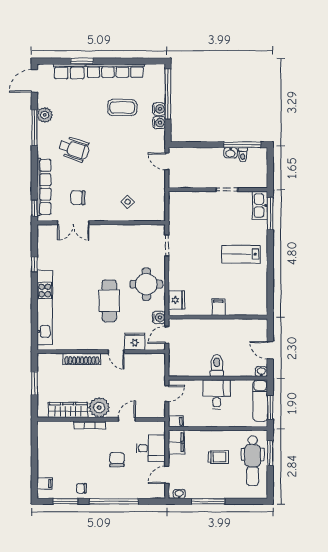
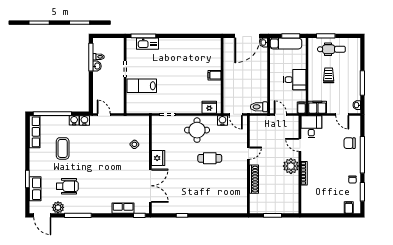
row of seats: (115, 71) -> (35, 132), moved, width x0.73
water cooler: (159, 109) -> (84, 120), moved
plant: (45, 115) -> (58, 207), moved
wheelchair: (74, 149) -> (67, 186), moved, turned 72
door: (167, 161) -> (104, 114), swing flipped
row of seats: (44, 187) -> (123, 208), width x0.50
chair: (78, 198) -> (131, 182), removed
kitchen sink: (260, 206) -> (148, 44), moved
double door: (73, 223) -> (150, 186), width x1.37
lab bench: (241, 254) -> (142, 86), moved, turned 90
cafe table: (109, 301) -> (210, 158), width x0.73, depth x0.74
kitchen unit: (45, 308) -> (215, 207), removed
fridge: (135, 341) -> (158, 158), moved, turned 180
door: (270, 350) -> (247, 36), width x1.87
toilet: (217, 365) -> (259, 107), moved
desk: (217, 394) -> (295, 80), moved, turned 180
wardrobe: (68, 410) -> (293, 190), removed
desk: (151, 448) -> (311, 127), moved
chair: (117, 459) -> (350, 143), moved
dental chair: (253, 461) -> (331, 49), width x0.73, depth x0.72

